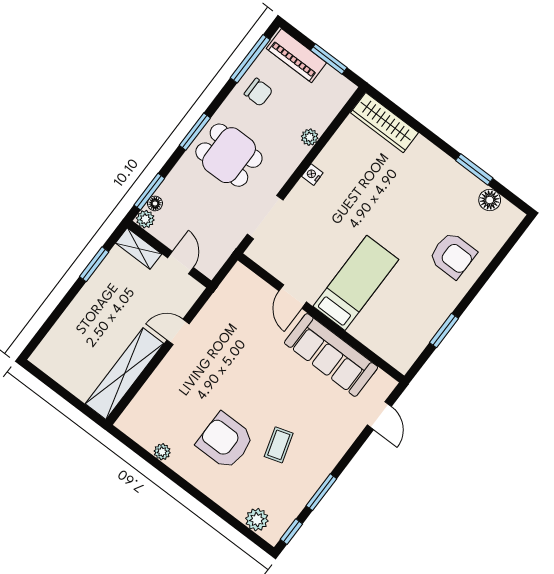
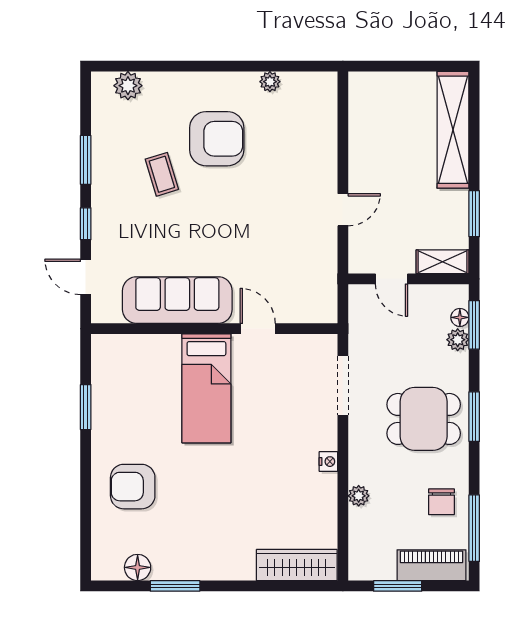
chair: (258, 92) -> (441, 502), turned -90
plant: (145, 219) -> (458, 340), moved
shelving: (124, 374) -> (453, 130), moved
window: (291, 532) -> (86, 224), moved

